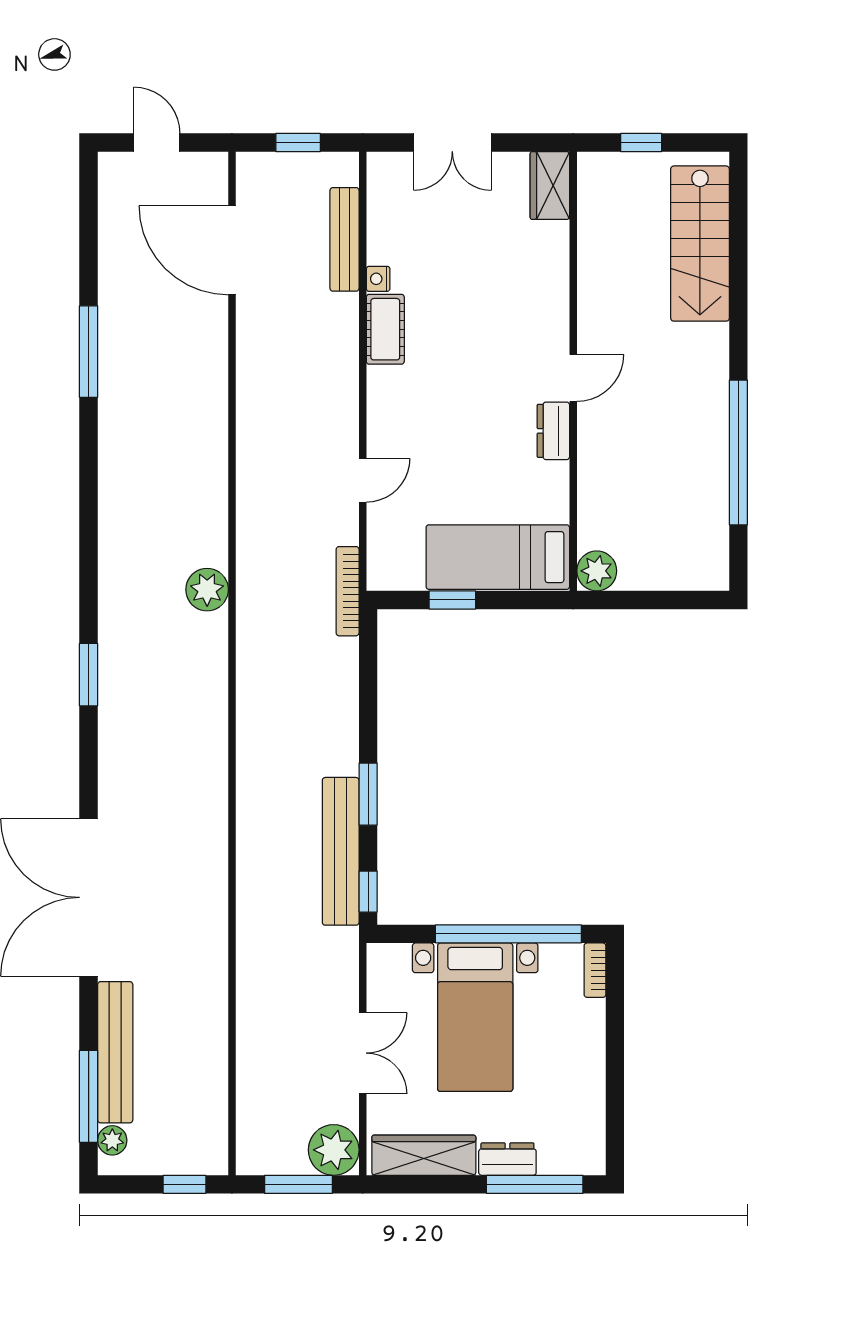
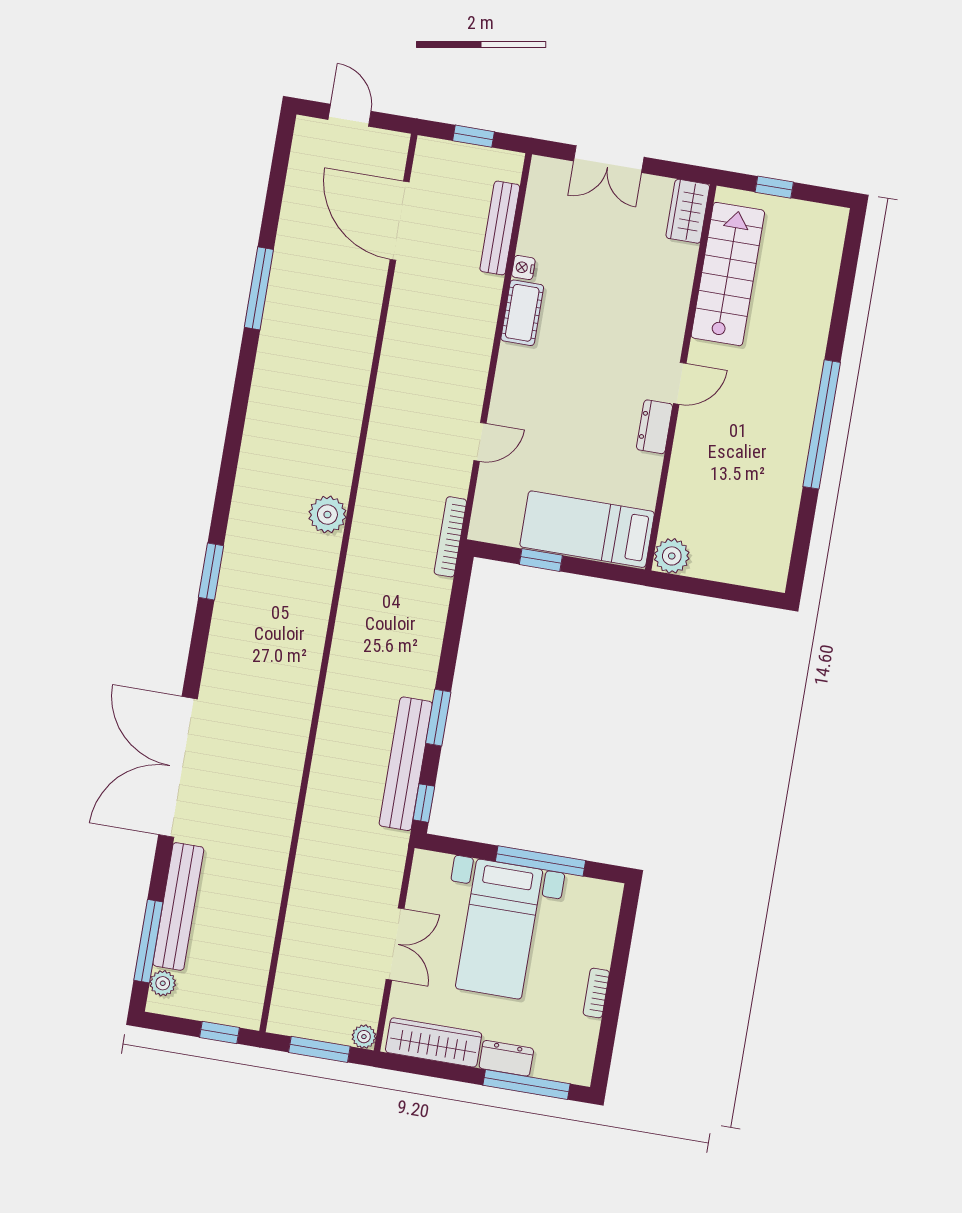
stairs: (700, 244) -> (728, 274), moved, turned 180
window: (738, 452) -> (822, 424), moved
window: (508, 934) -> (540, 861), width x0.68
bookcase: (595, 970) -> (596, 993), moved
plant: (334, 1150) -> (364, 1037), width x0.53, depth x0.53

